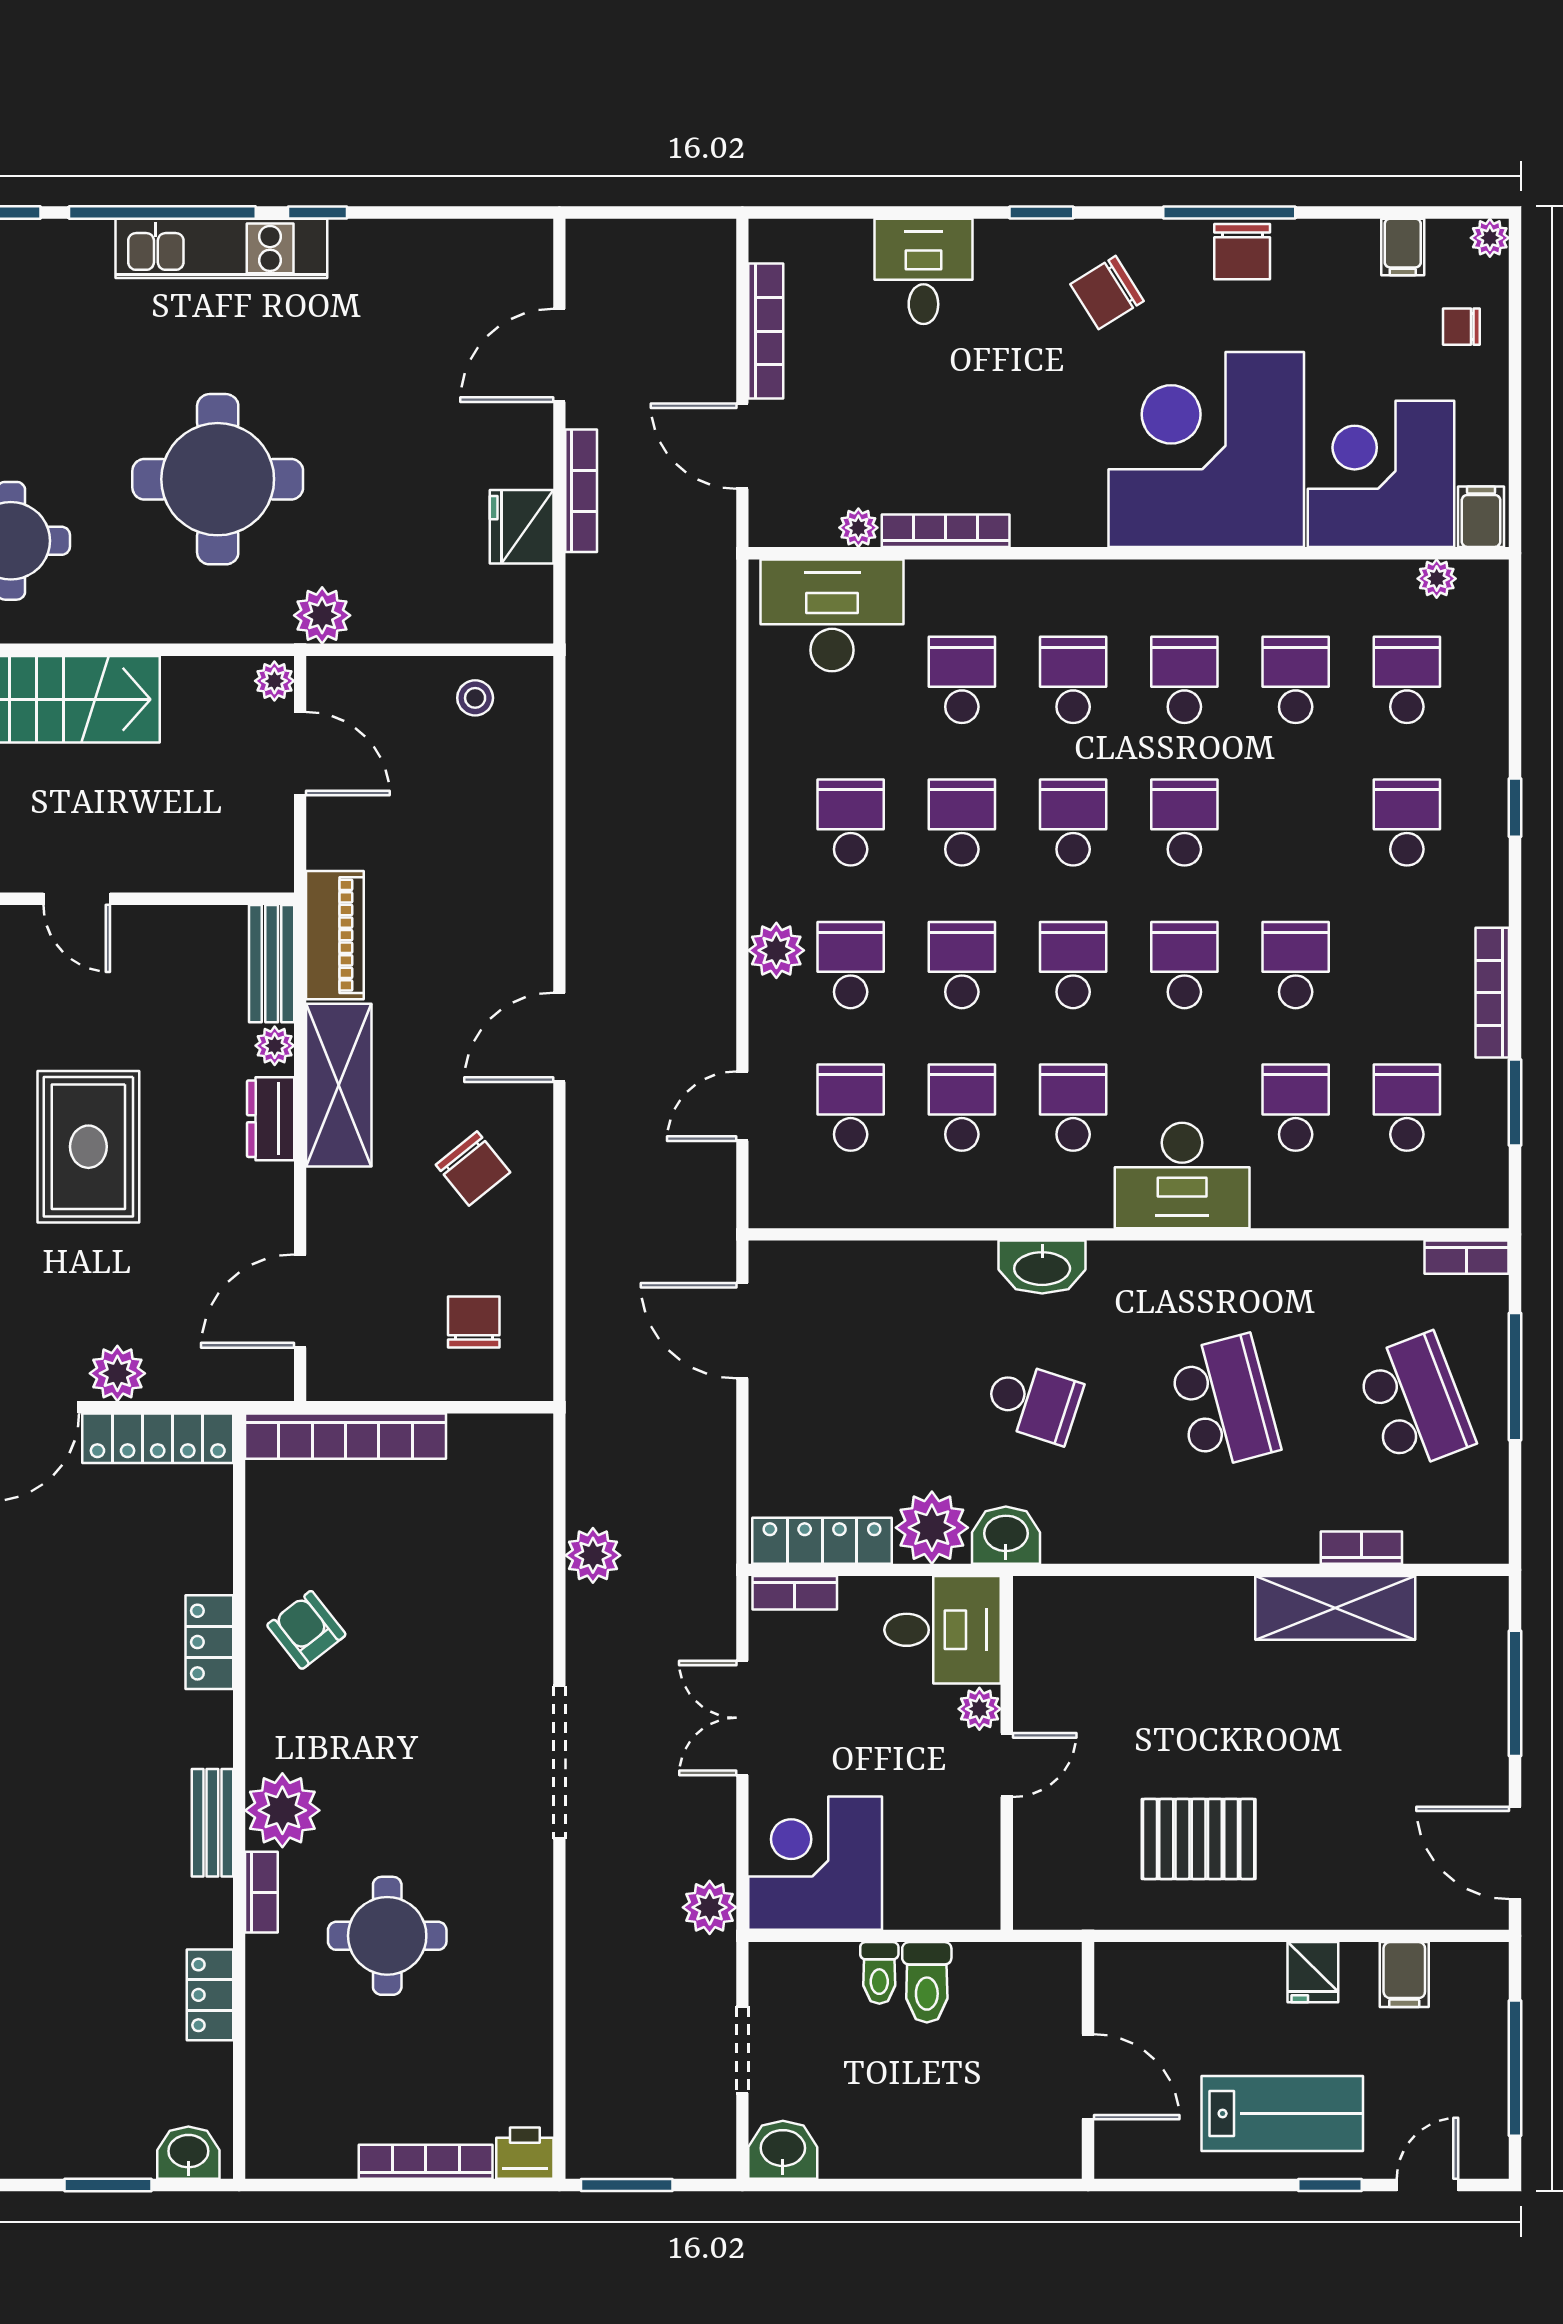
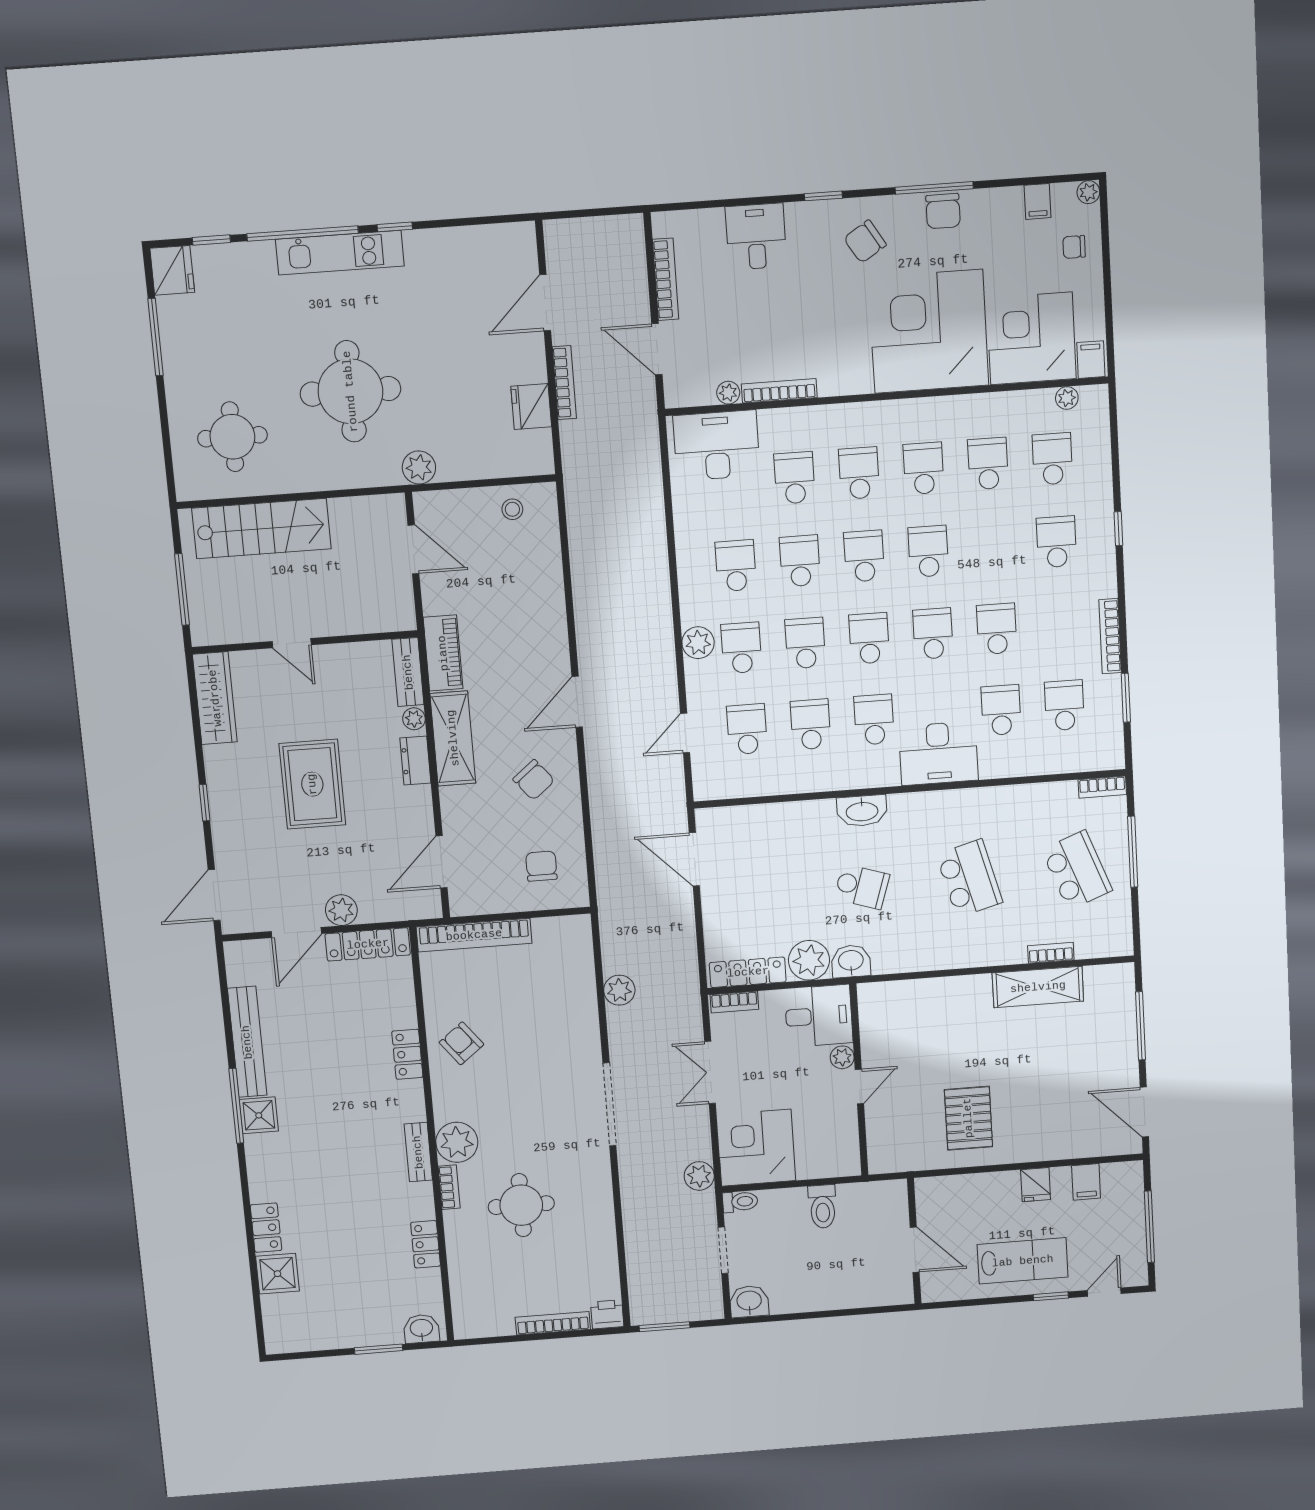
plant: (274, 681) -> (395, 508), removed
pallet: (1199, 1839) -> (968, 1118), turned 90
toilet: (879, 1973) -> (740, 1202), moved, turned -90

